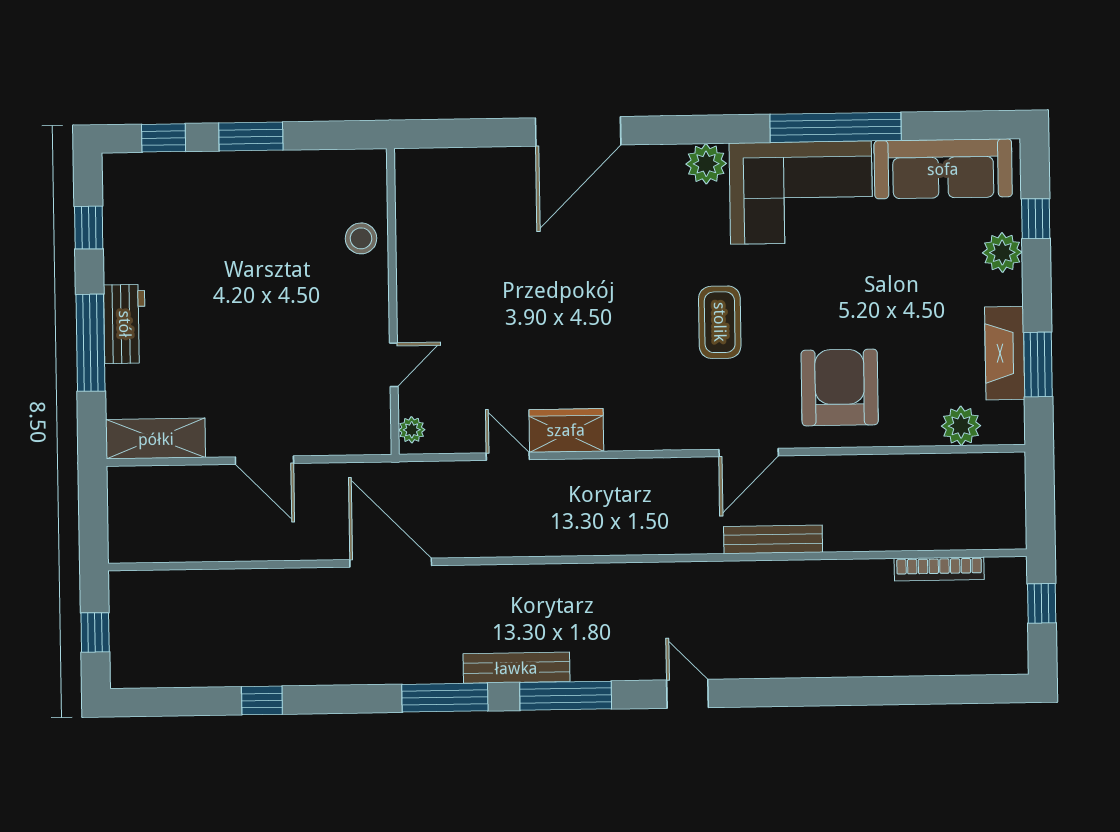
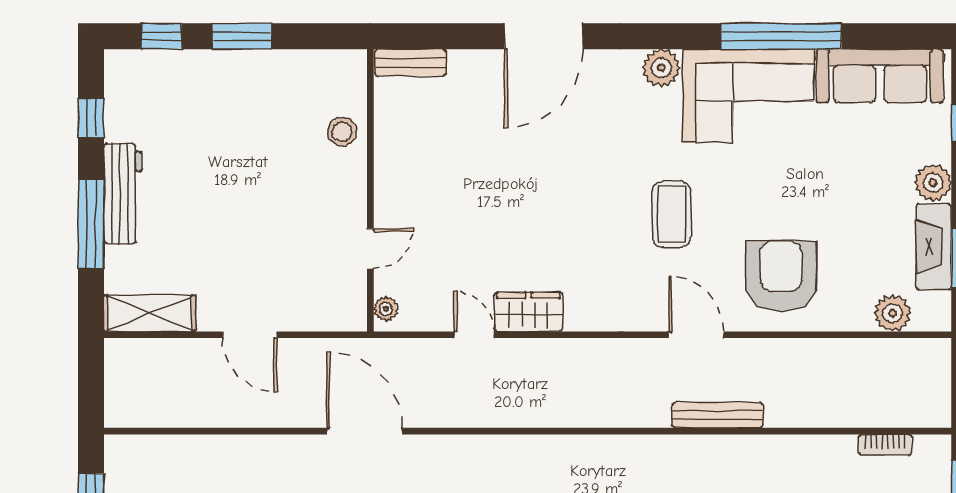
bench: (434, 162) -> (410, 63), added
plant: (1002, 253) -> (933, 183), moved
workbench: (125, 324) -> (123, 193), width x1.38
door: (749, 453) -> (696, 335), swing flipped
bookcase: (939, 569) -> (885, 445), width x0.64

